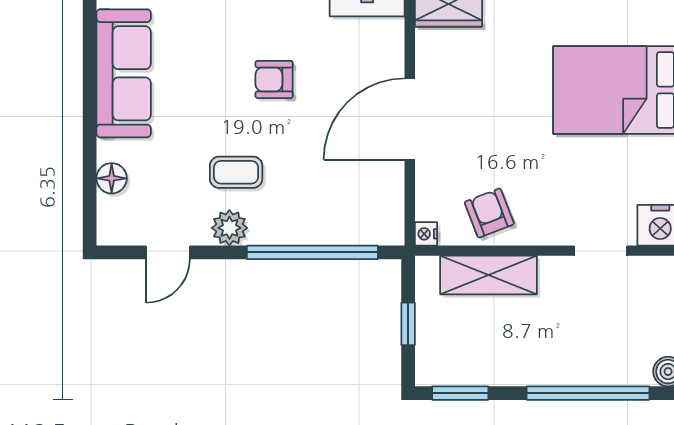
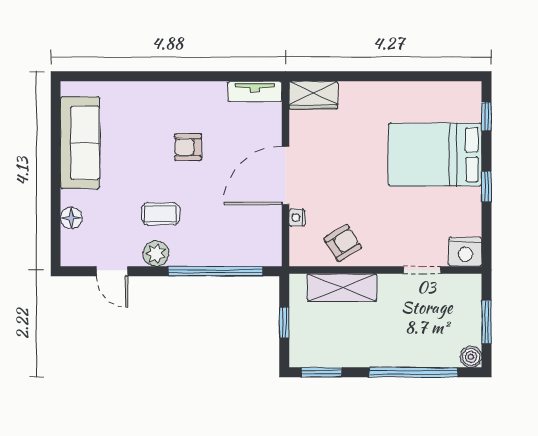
armchair: (489, 213) -> (343, 243), turned 79
nightstand: (426, 234) -> (297, 218), moved
door: (168, 252) -> (112, 271), hinge flipped

